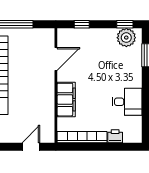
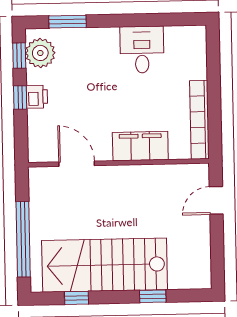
window: (82, 24) -> (20, 97), moved
printer: (115, 136) -> (37, 97), moved, turned 180
door: (31, 147) -> (216, 200), hinge flipped

